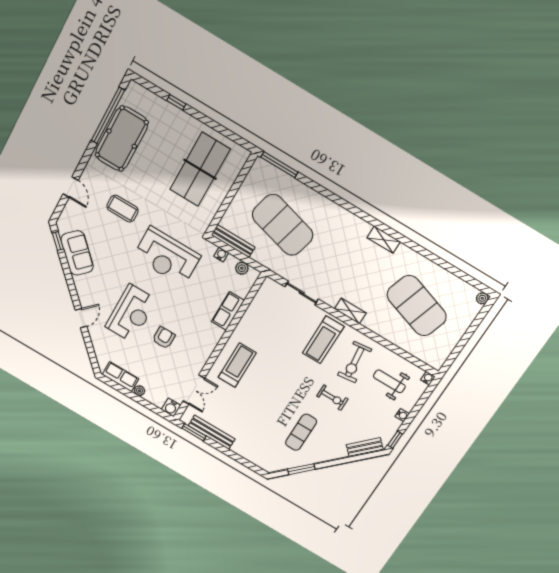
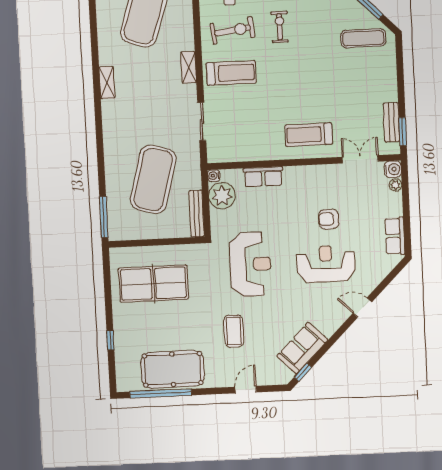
water cooler: (221, 255) -> (214, 176), moved
plant: (242, 268) -> (222, 196), width x1.88, depth x1.88
plant: (139, 391) -> (395, 185), moved
bench: (212, 432) -> (391, 122), width x0.73
exercise mat: (301, 432) -> (363, 38), moved

